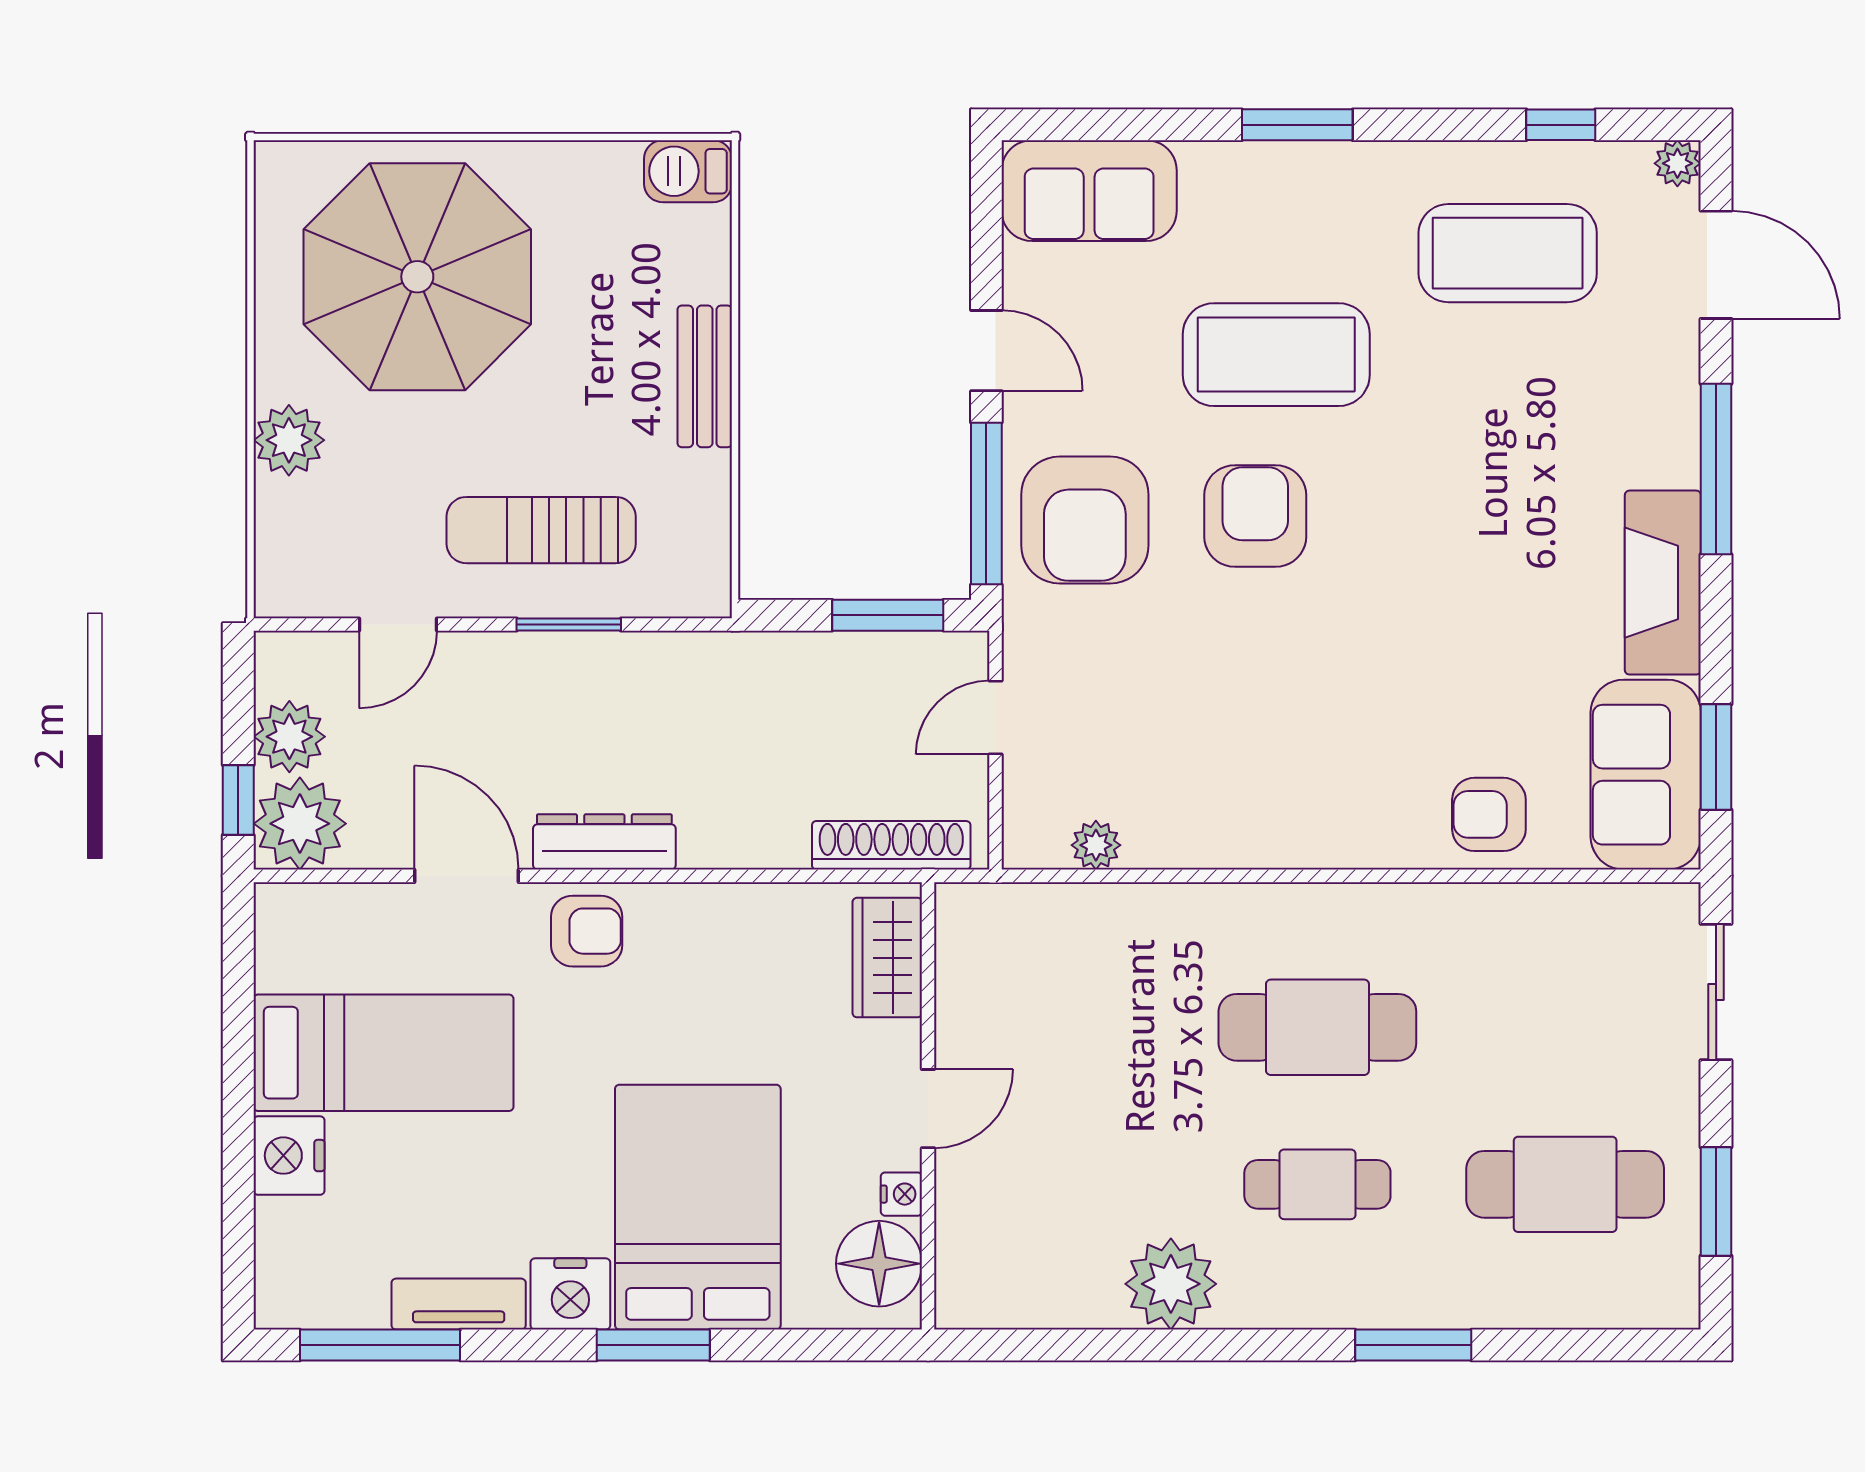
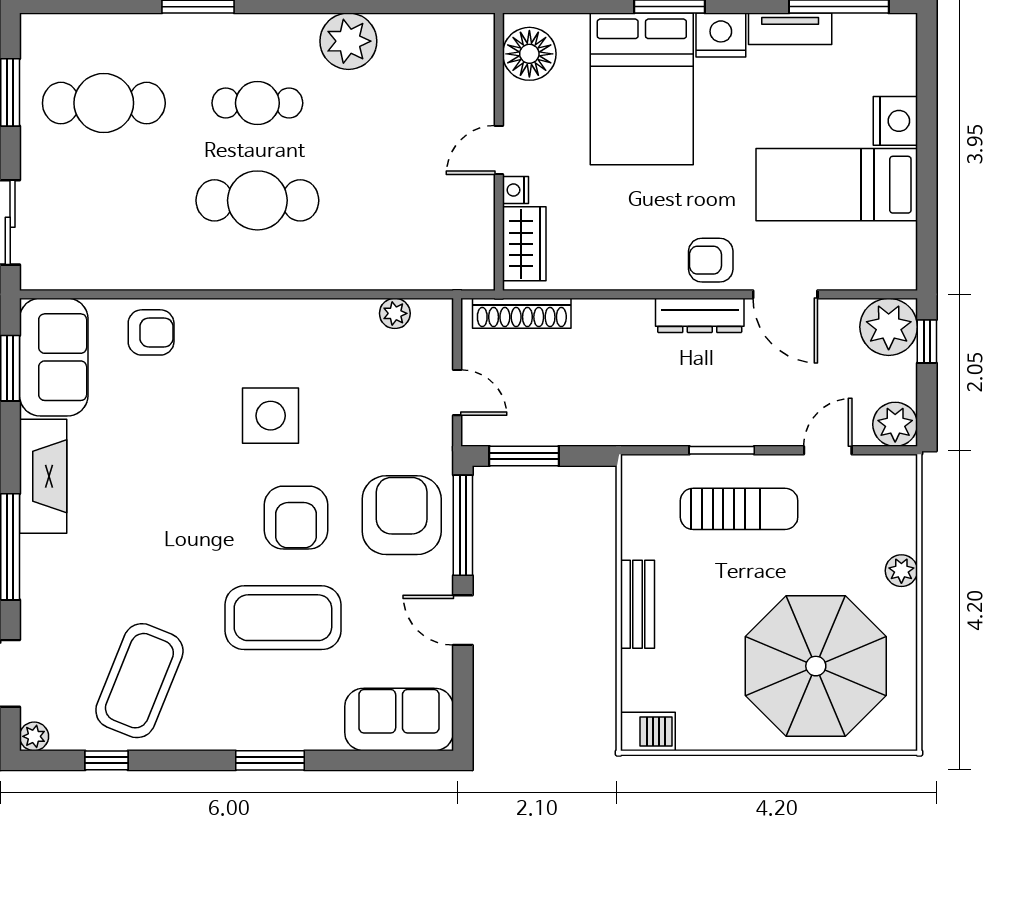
coffee table: (1508, 253) -> (139, 681), turned -68
plant: (289, 440) -> (901, 571), width x0.73, depth x0.73
side table: (1296, 680) -> (271, 416), added
door: (996, 718) -> (457, 393), hinge flipped
plant: (289, 737) -> (895, 424), moved
nightstand: (901, 1194) -> (515, 190), moved

